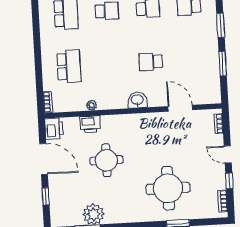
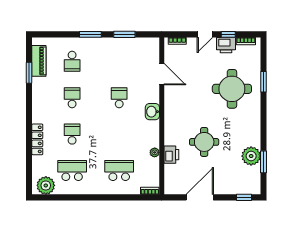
school desk: (151, 62) -> (119, 98), turned 180
door: (180, 108) -> (162, 74), swing flipped
printer: (54, 129) -> (226, 45), moved, turned 180
window: (46, 196) -> (244, 197), moved

